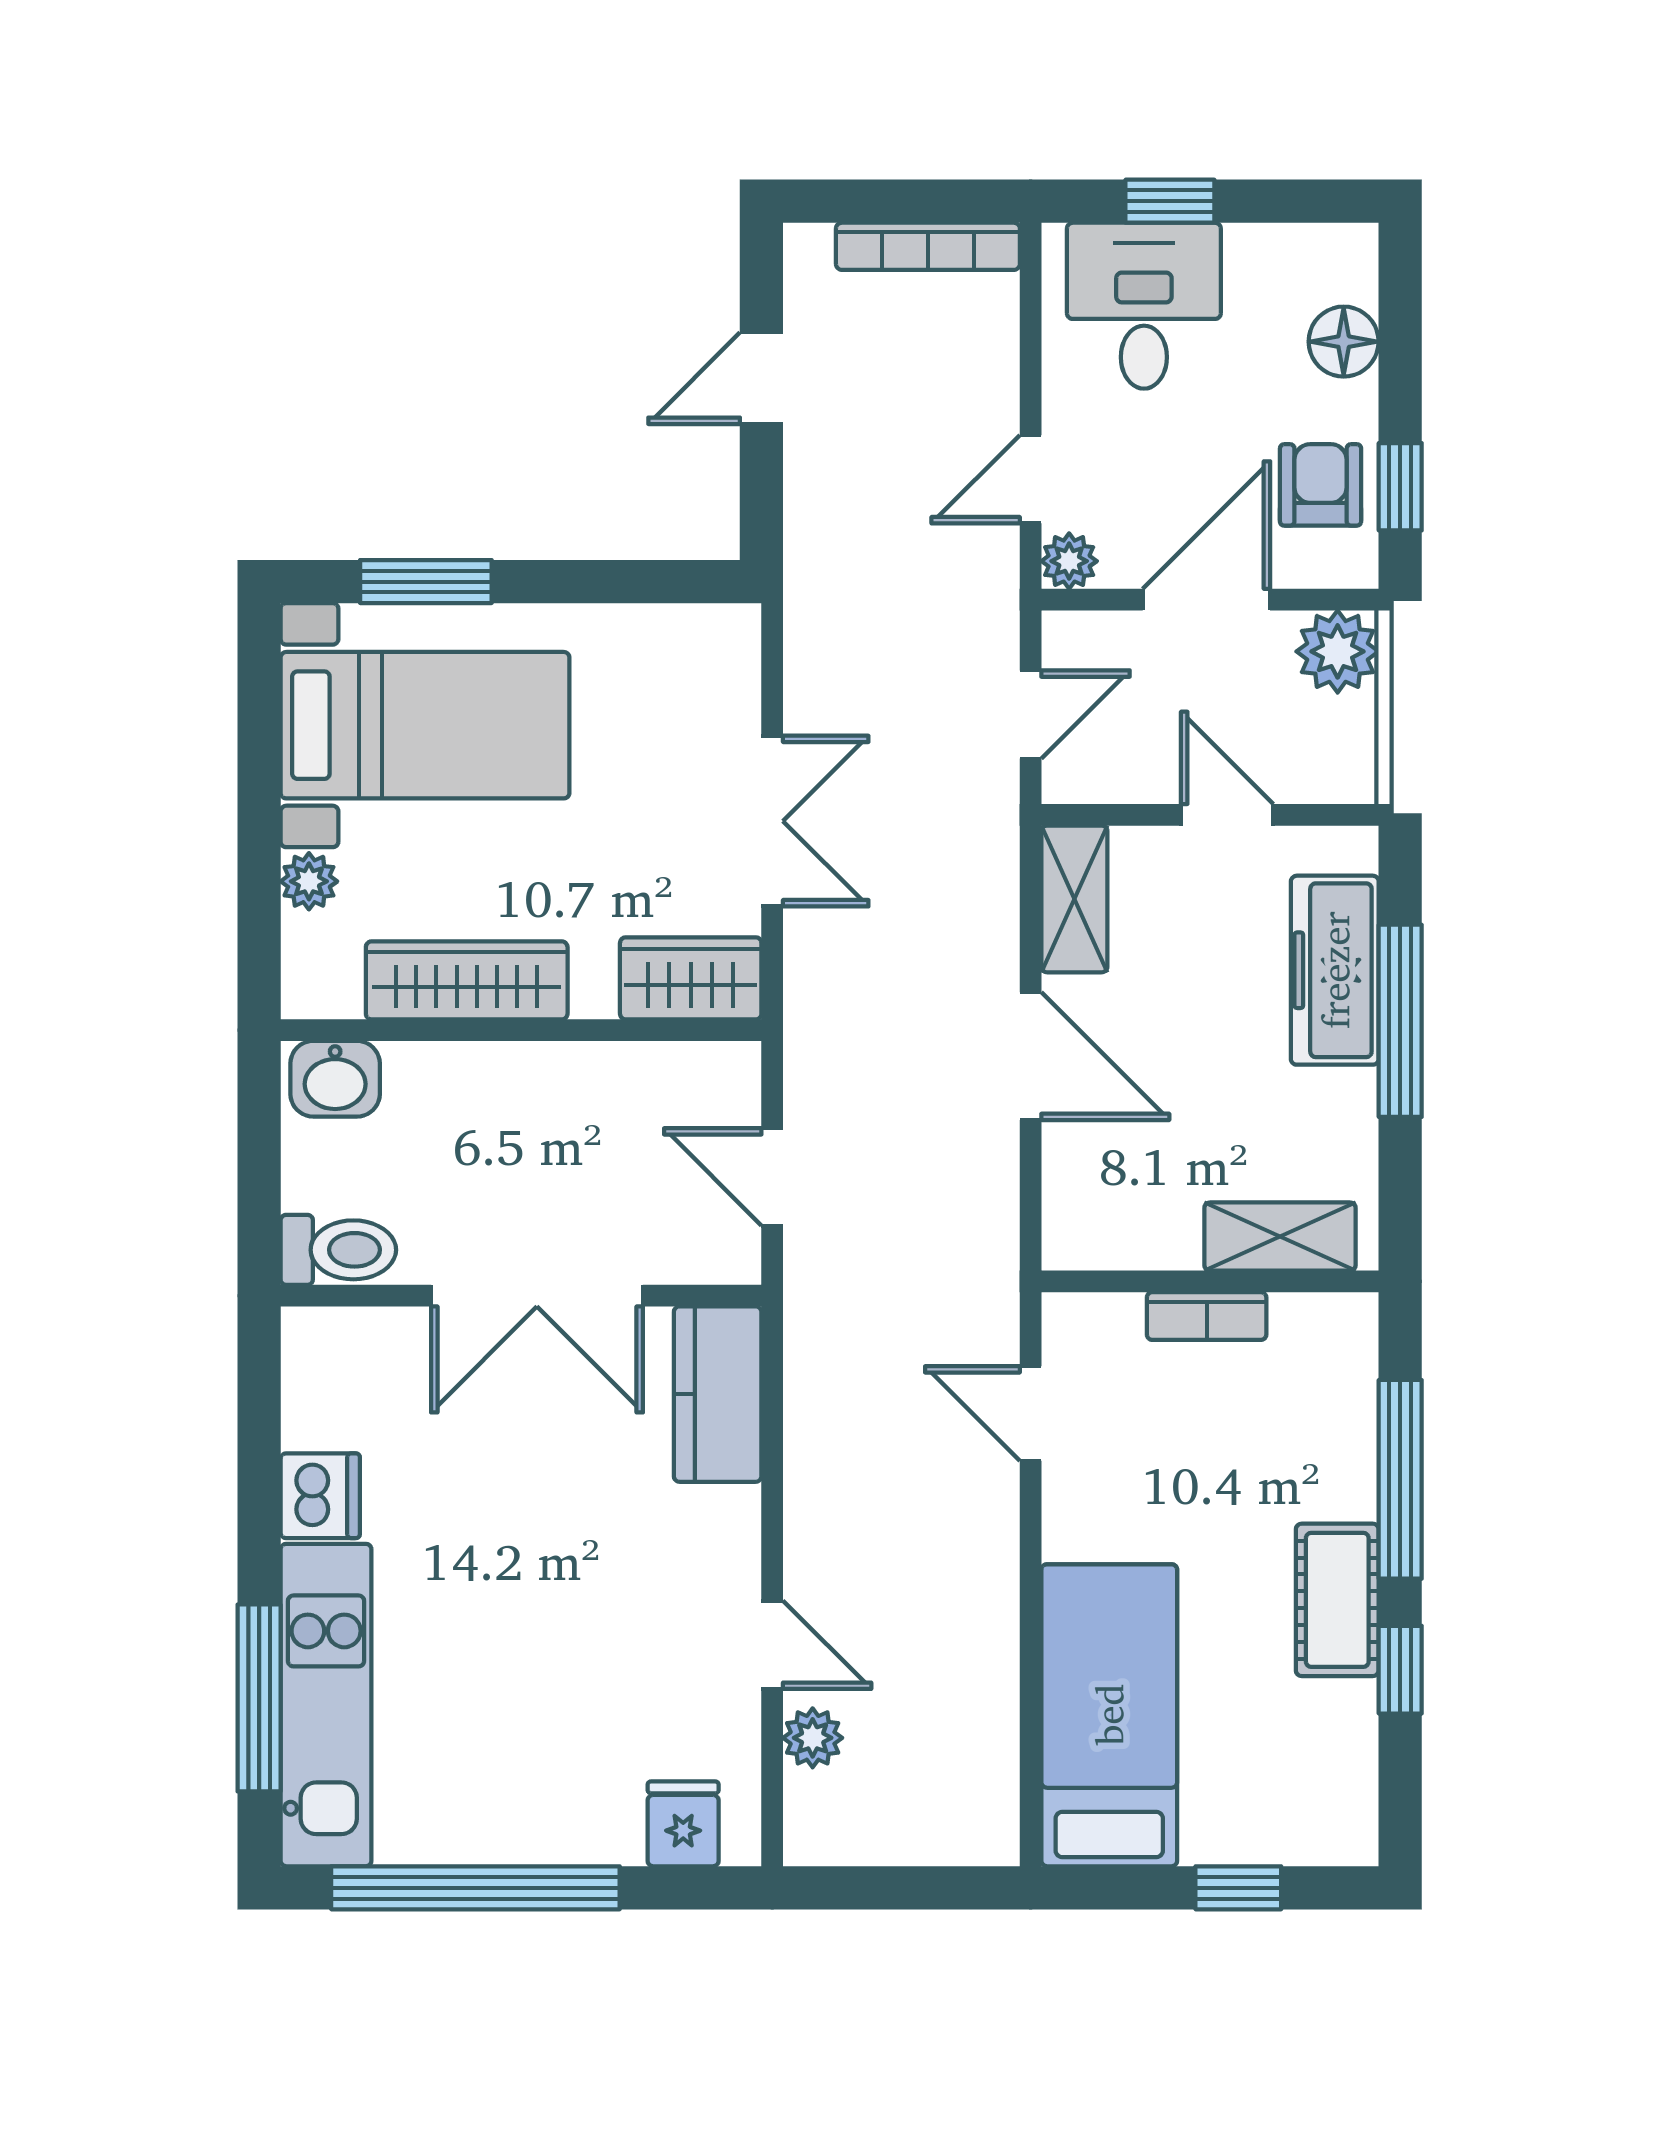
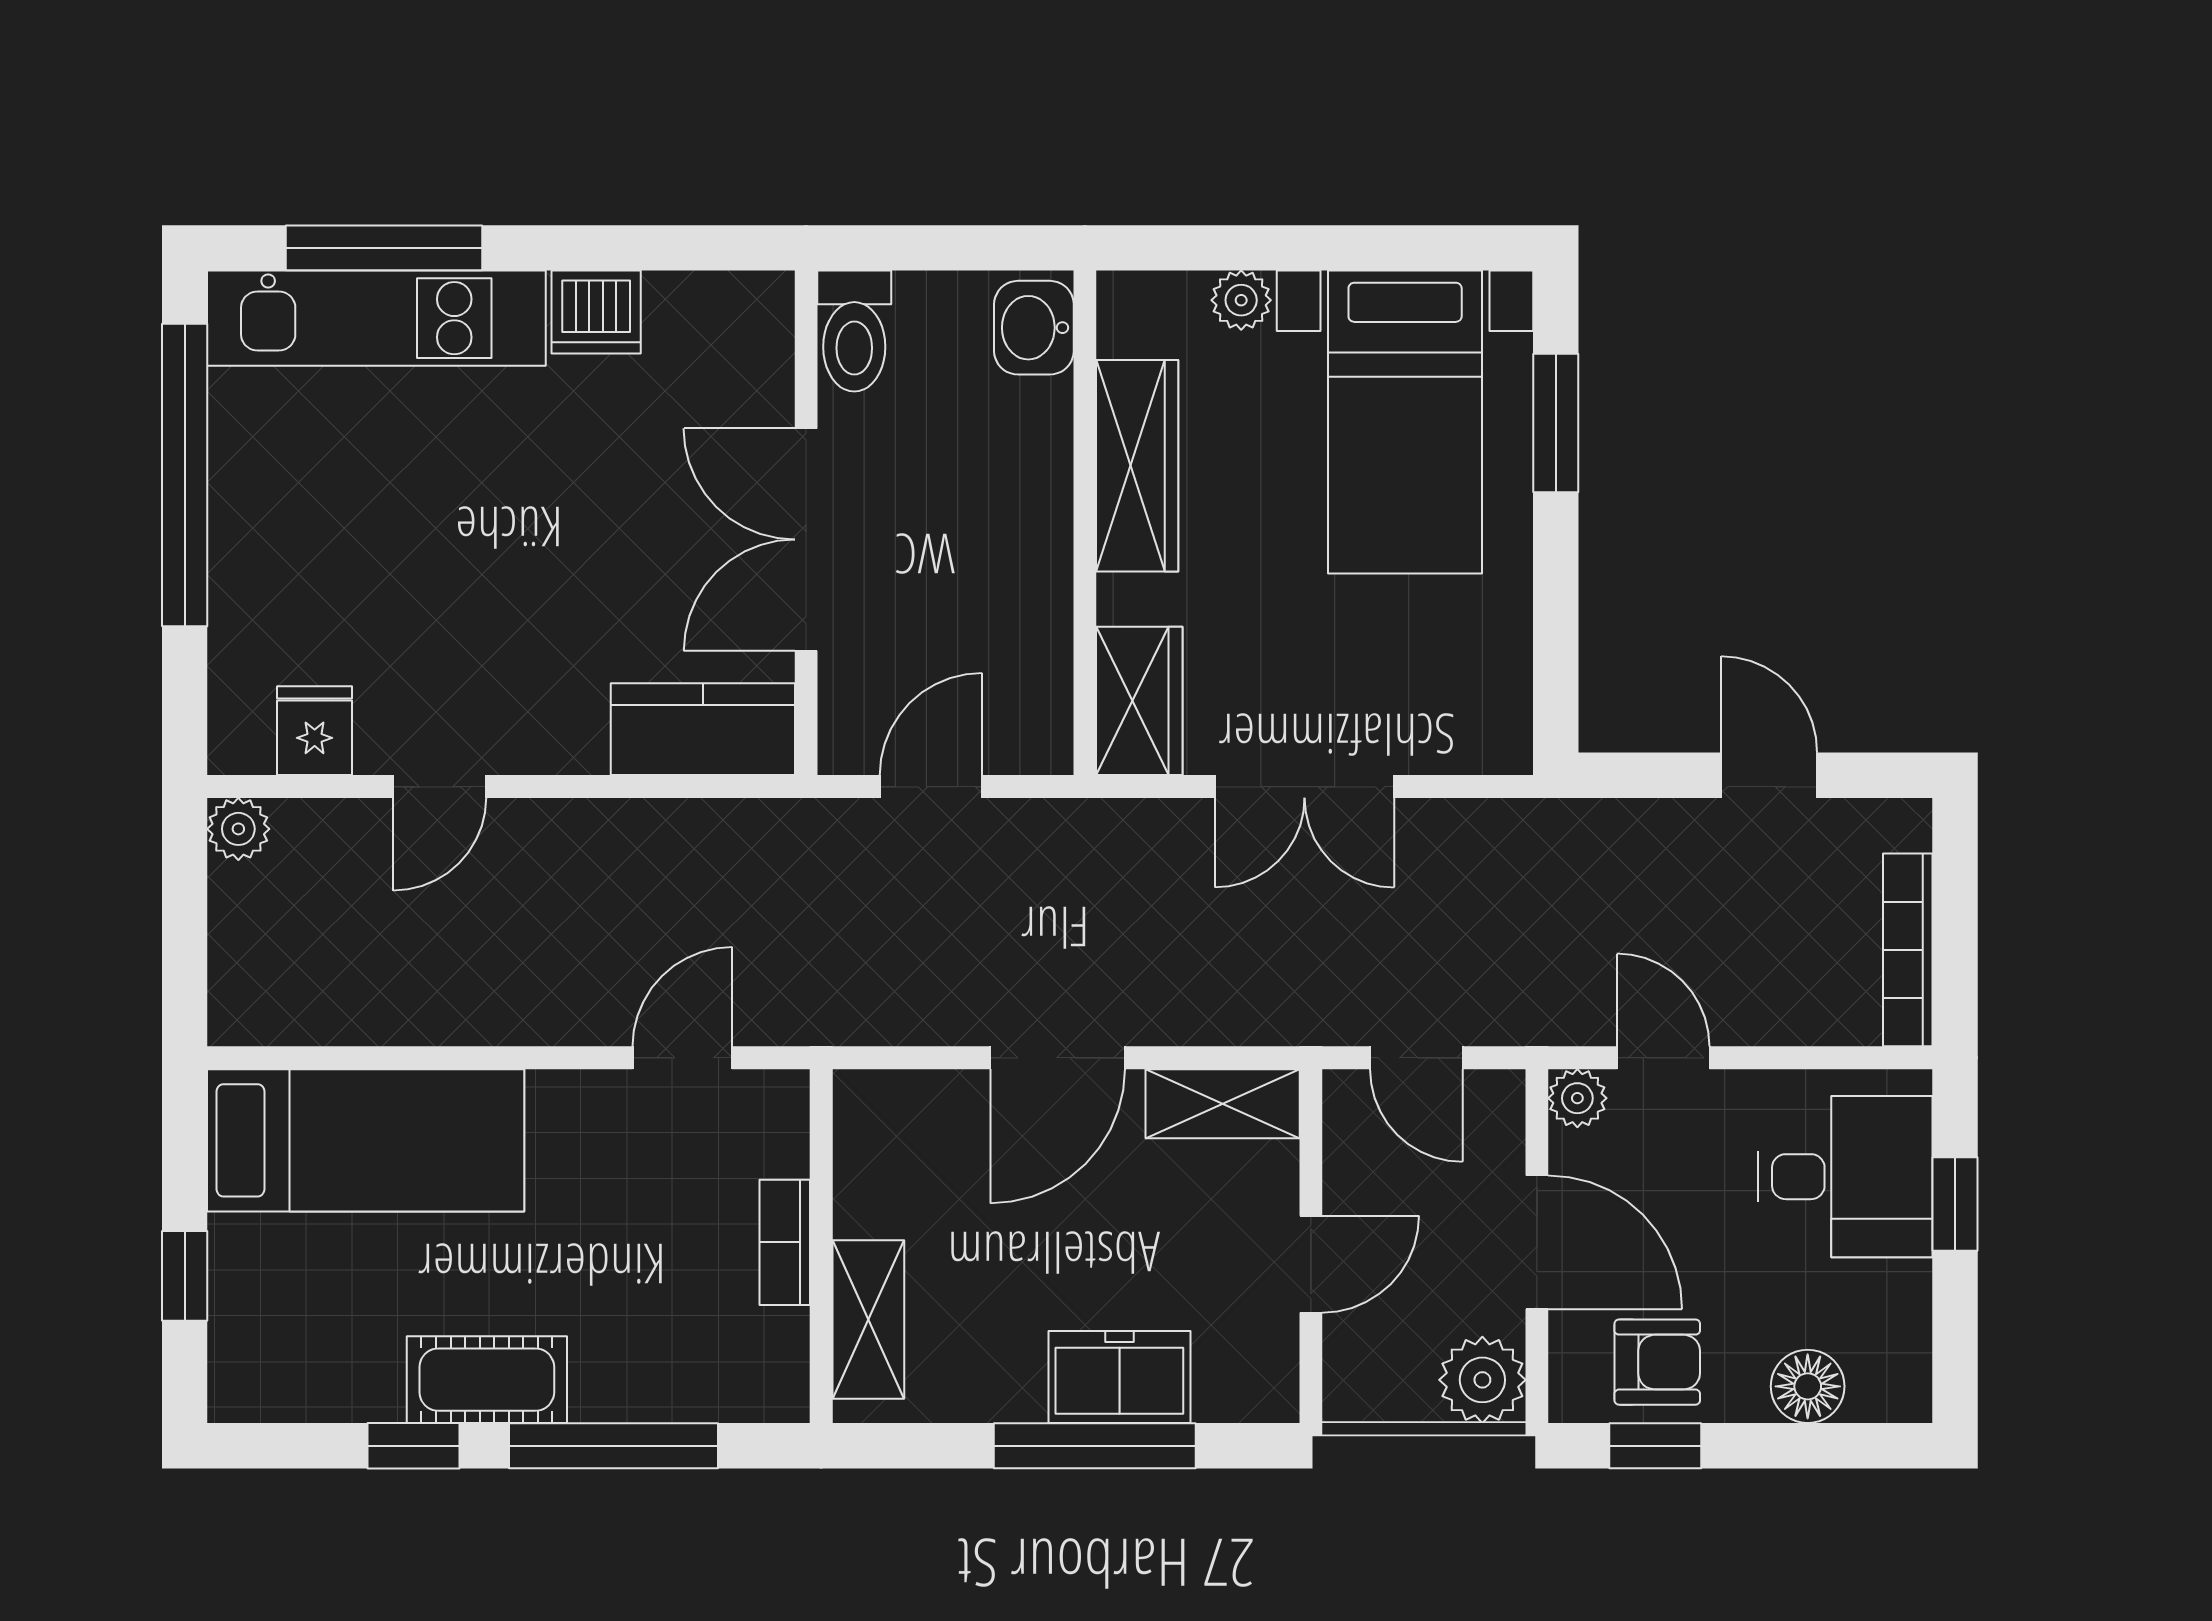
freezer: (1335, 970) -> (1119, 1377), width x0.71
plant: (813, 1738) -> (238, 829), moved
fridge: (683, 1824) -> (315, 731), moved, turned -90

